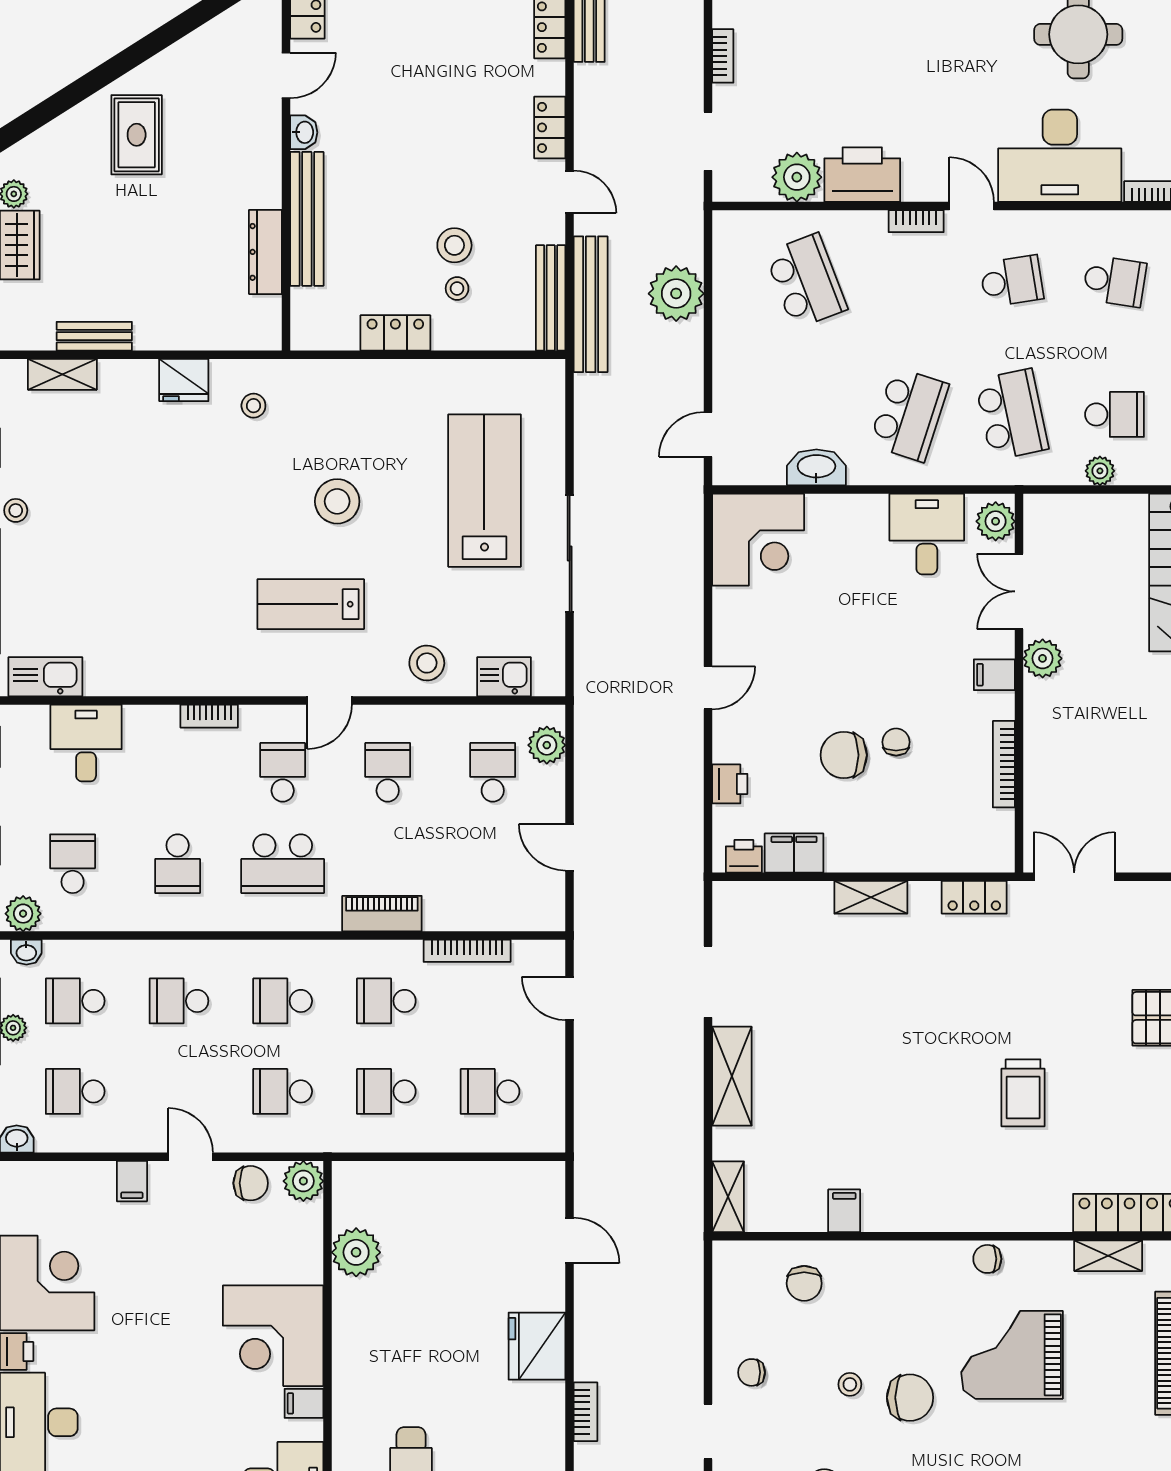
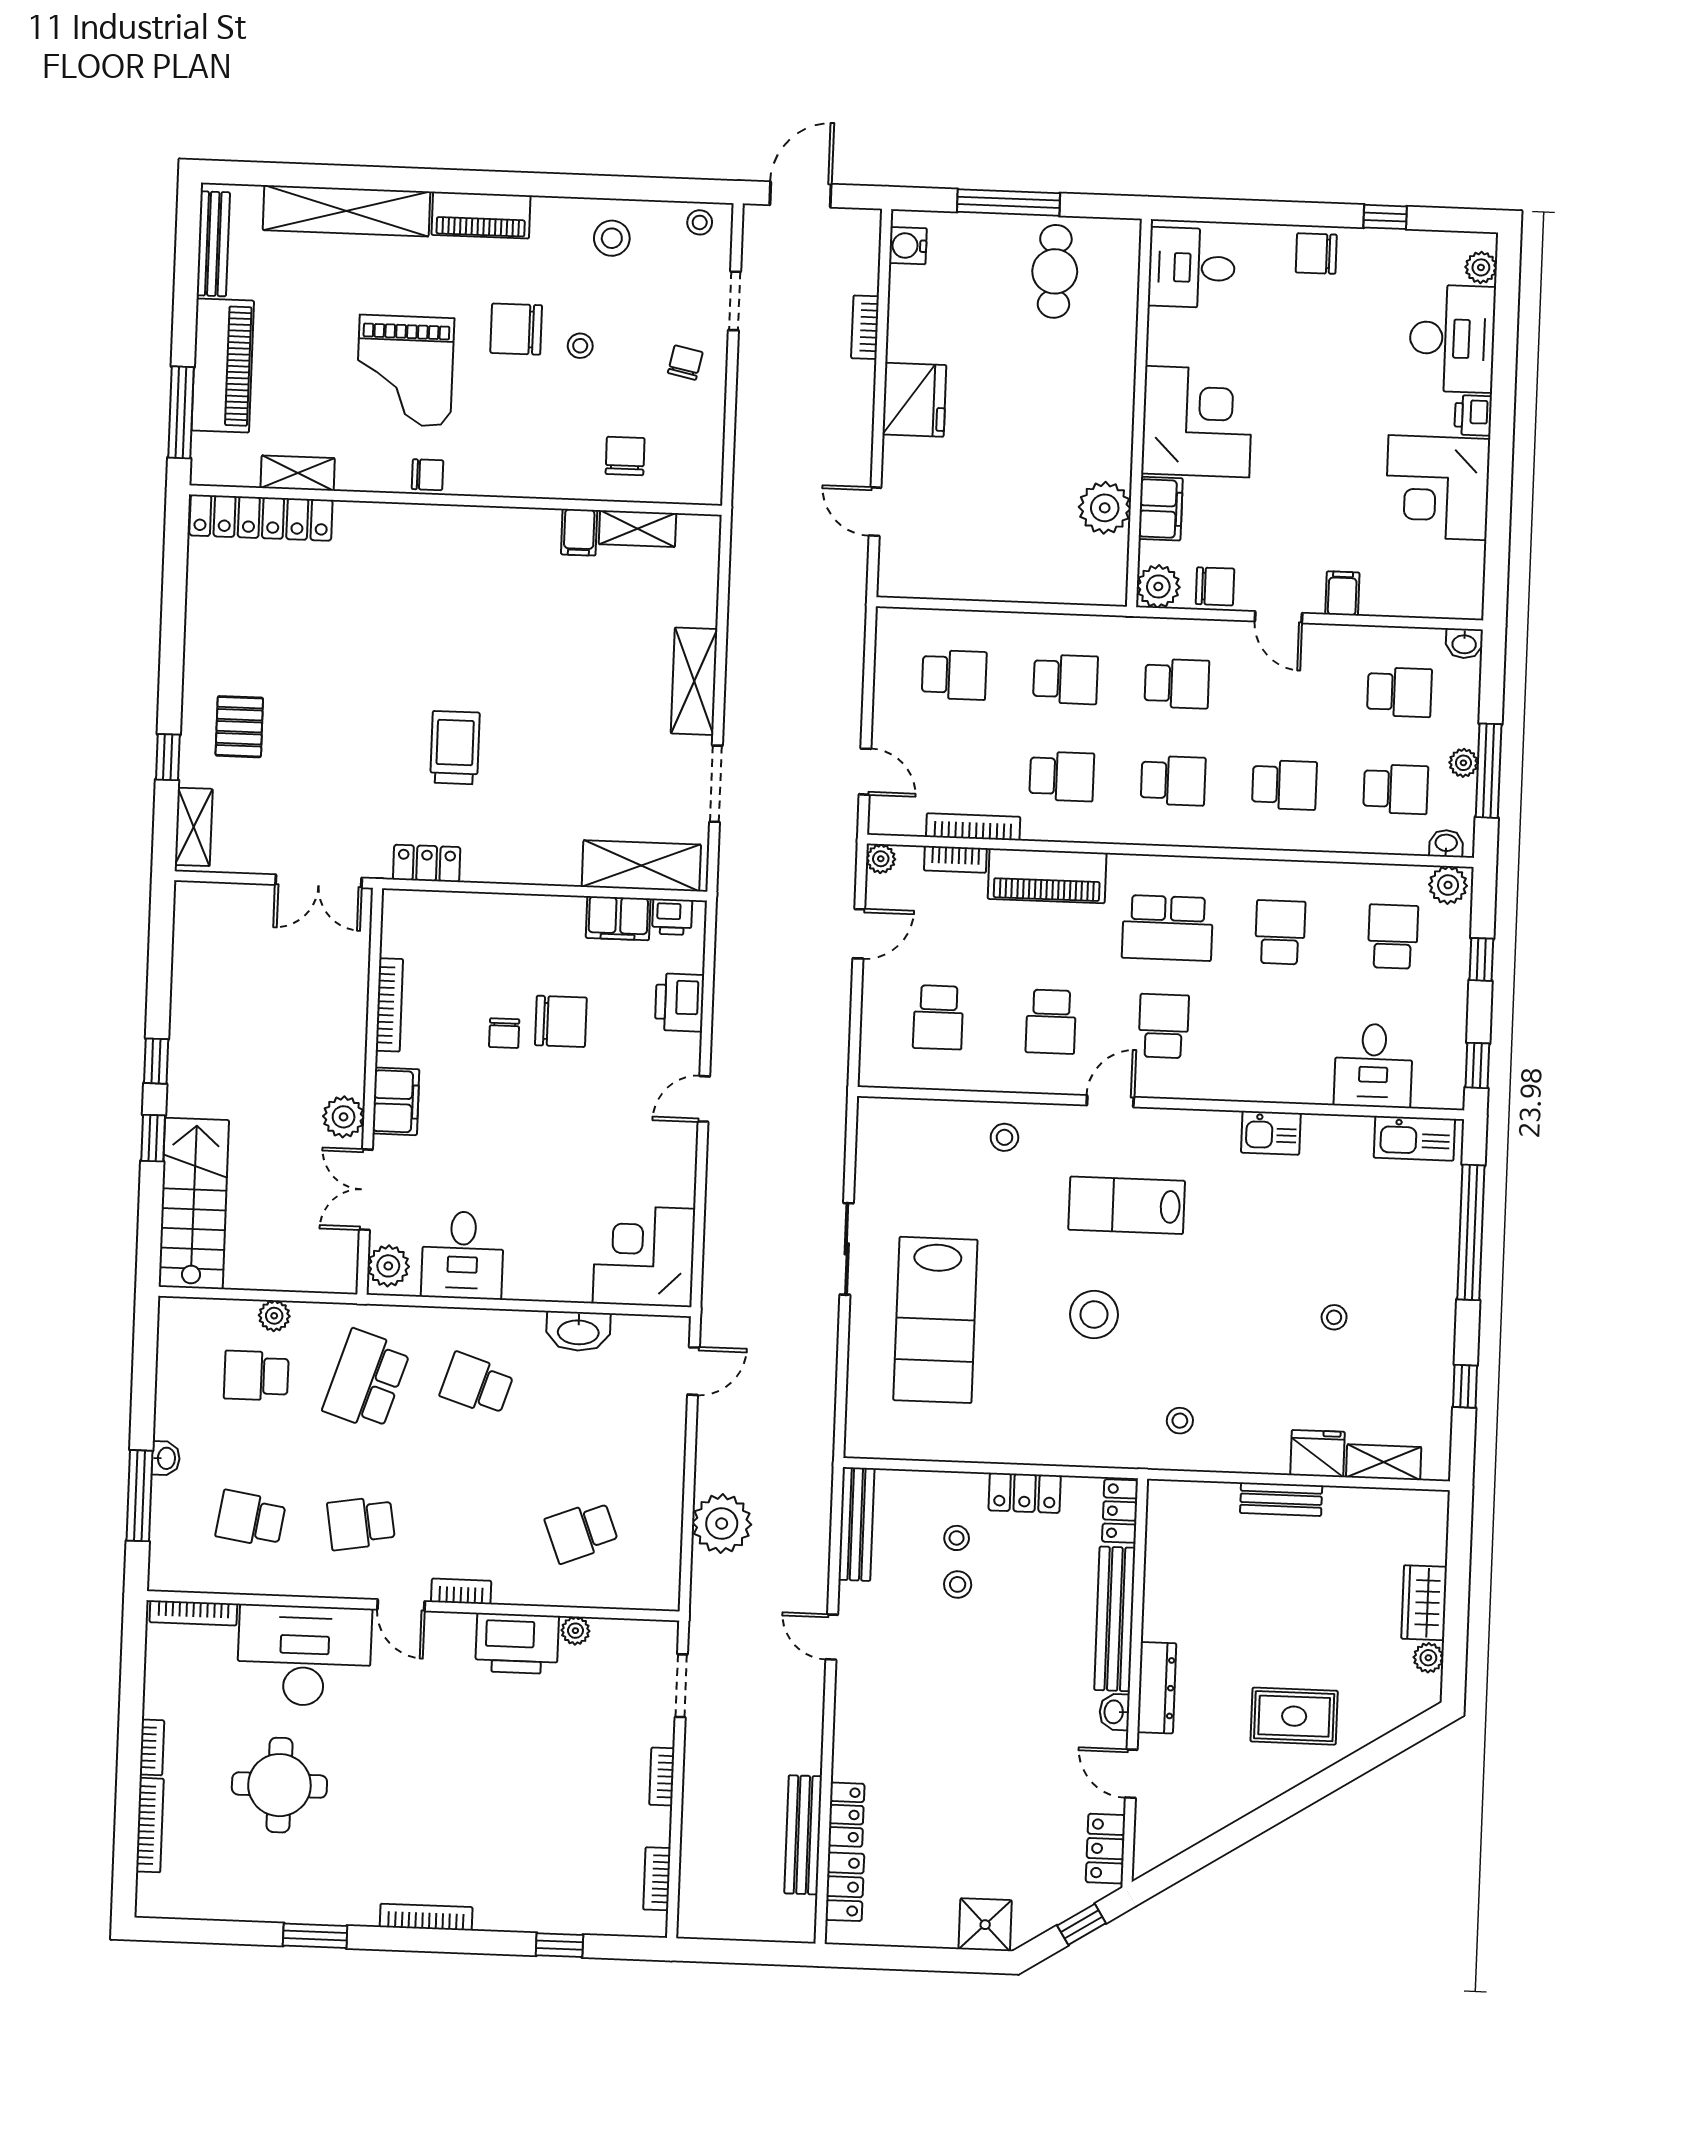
door: (286, 75) -> (1131, 1774), hinge flipped
locker: (550, 127) -> (1120, 1511), moved, turned 180
rug: (137, 135) -> (1294, 1716), turned 90
plant: (797, 177) -> (575, 1631), width x0.53, depth x0.53
stool: (454, 245) -> (958, 1584), width x0.73, depth x0.73
dresser: (265, 252) -> (1157, 1688), moved
school desk: (806, 281) -> (582, 1532), width x0.54
bench: (591, 304) -> (814, 1516), removed
bench: (94, 336) -> (1281, 1499), moved
fridge: (184, 380) -> (1317, 1453), moved
school desk: (909, 414) -> (477, 1384), width x0.54
school desk: (1012, 414) -> (367, 1380), turned 30
stool: (16, 510) -> (1334, 1317), moved
sliding door: (570, 554) -> (847, 1249), width x0.73
double door: (1019, 591) -> (366, 1190), swing flipped
lab bench: (311, 604) -> (1127, 1205), turned 180
stool: (427, 663) -> (1004, 1137), width x0.73, depth x0.73
filing cabinet: (994, 675) -> (396, 1101), width x2.00
kitchen sink: (504, 677) -> (1271, 1133), moved
bookcase: (209, 716) -> (955, 859), moved, turned 180
plant: (547, 745) -> (881, 859), moved, width x0.73, depth x0.73
school desk: (283, 772) -> (1164, 1026), turned 180
printer: (730, 784) -> (679, 1002), width x1.36, depth x1.24
door: (570, 847) -> (859, 934), hinge flipped
school desk: (73, 864) -> (1393, 937), turned 180
school desk: (283, 864) -> (1167, 928), turned 180
shelving: (871, 897) -> (641, 866), moved, width x1.50, depth x1.33
piano: (382, 914) -> (1047, 876), width x1.37, depth x1.33
trolley: (1023, 1093) -> (455, 748), moved
chair: (251, 1183) -> (1215, 586), turned 180
shelving: (728, 1197) -> (638, 529), moved, turned 90
grand piano: (1012, 1355) -> (405, 371), turned 90
chair: (752, 1372) -> (685, 363), turned -78
filing cabinet: (304, 1403) -> (1161, 509), moved, width x2.00

